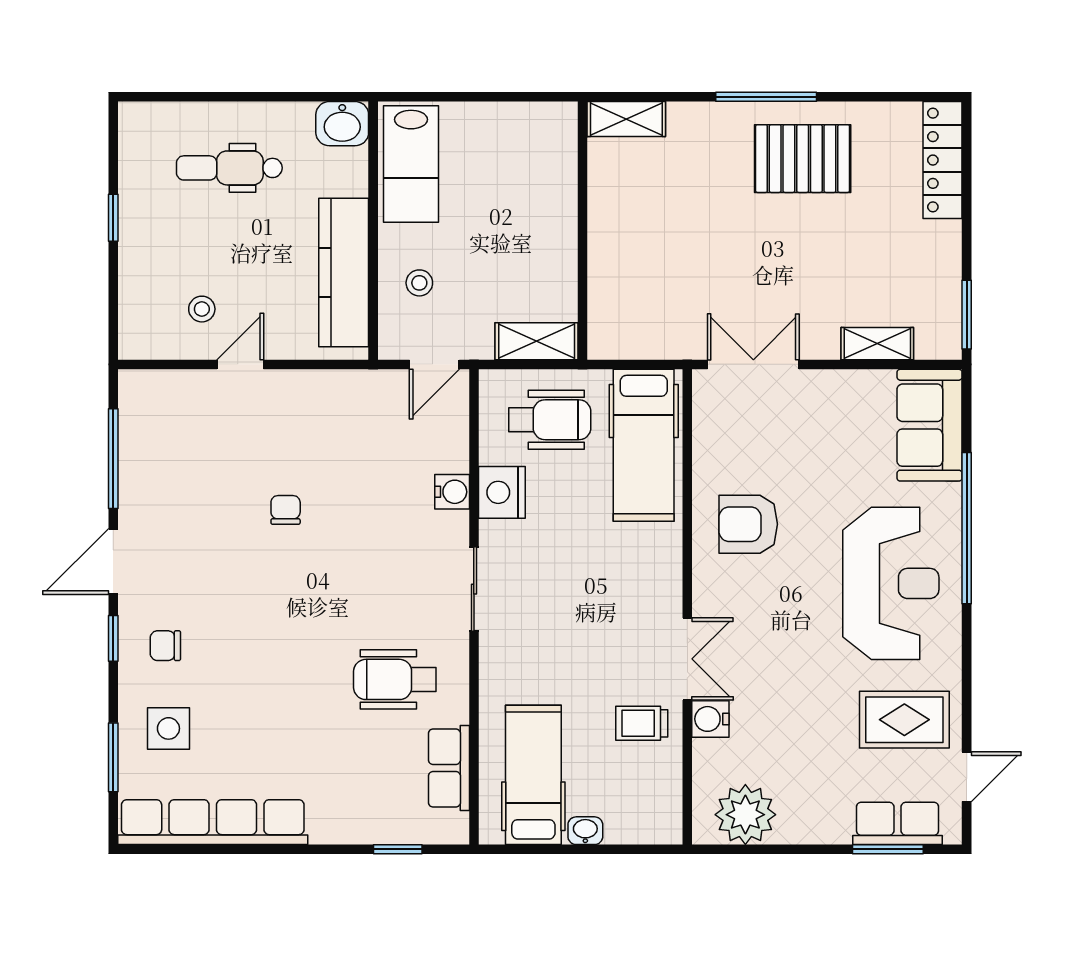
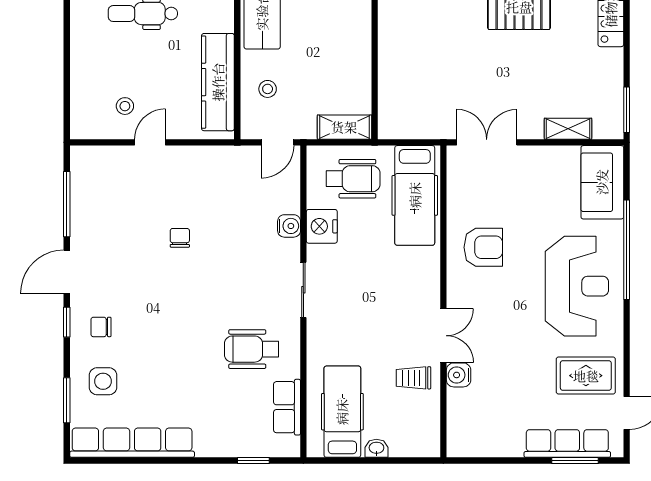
window: (113, 218) -> (67, 46), removed
armchair: (748, 524) -> (483, 247), turned 180
plant: (745, 815) -> (481, 438), removed
row of seats: (898, 823) -> (567, 444), width x1.48

